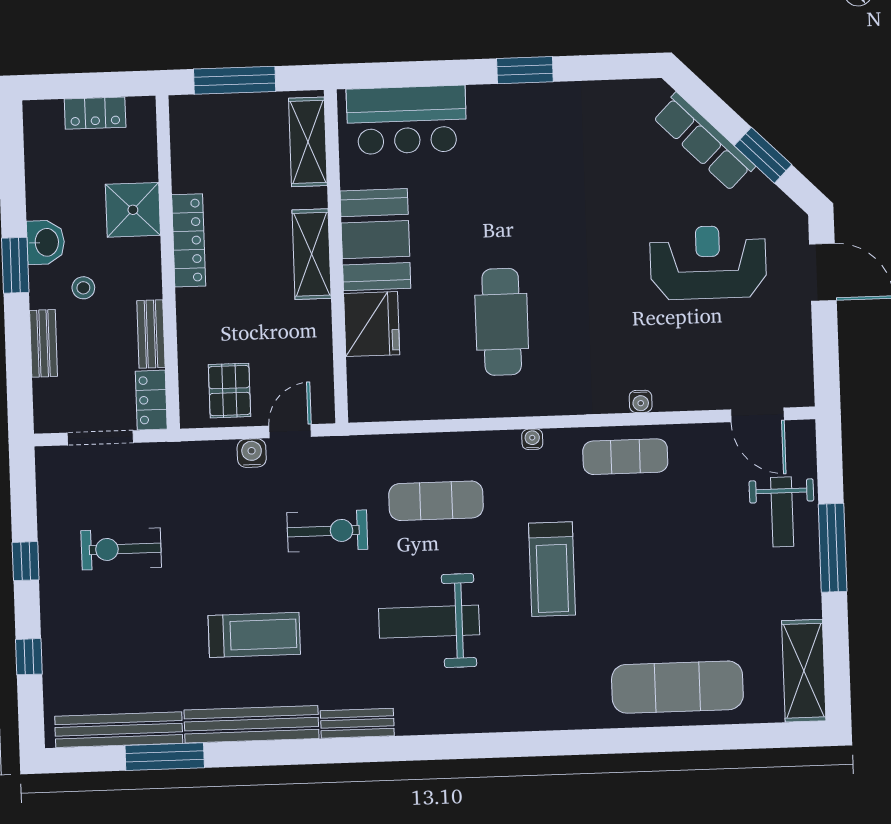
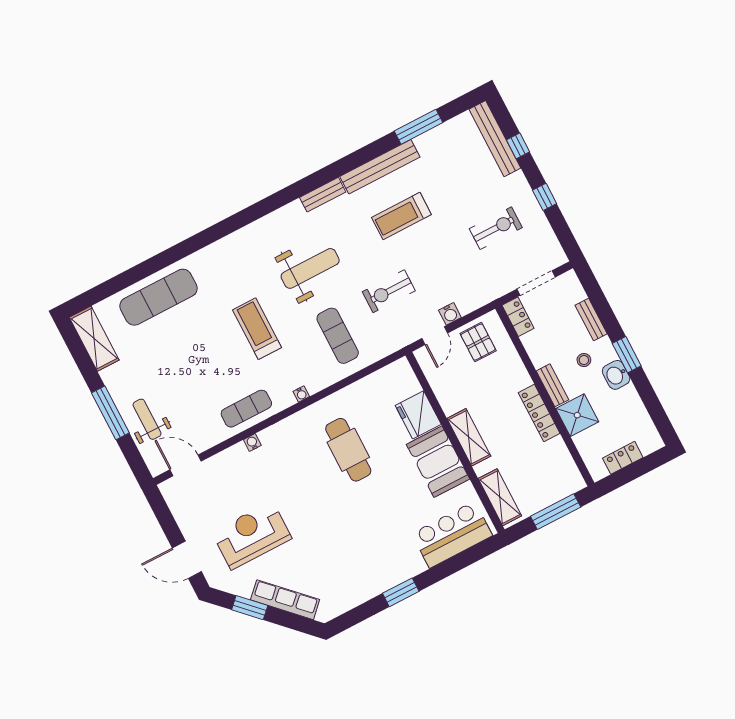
reception desk: (708, 262) -> (252, 535), turned 180
bench: (151, 334) -> (552, 385), moved
exercise mat: (436, 501) -> (338, 336), turned 90
bench: (119, 730) -> (495, 139), moved, turned 90

